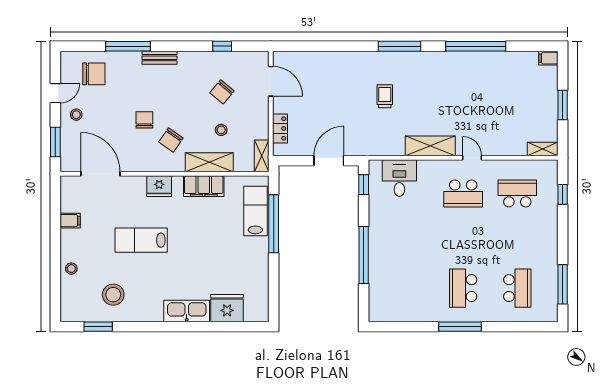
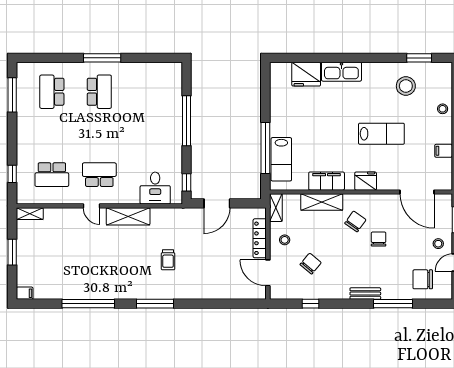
chair: (144, 120) -> (379, 239), turned 180
locker: (280, 128) -> (260, 238), width x1.53
stool: (221, 130) -> (285, 240), moved

